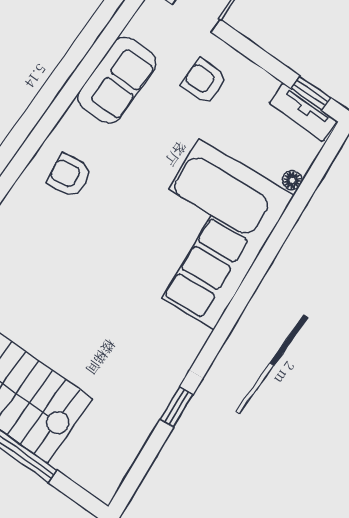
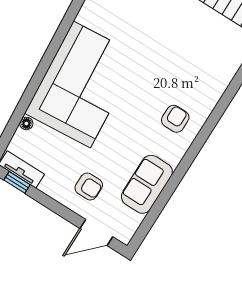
armchair: (70, 176) -> (175, 119), turned -82

